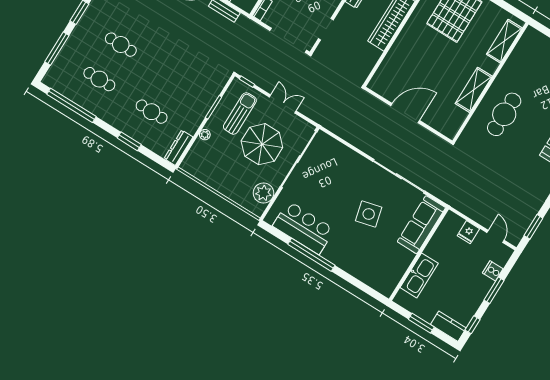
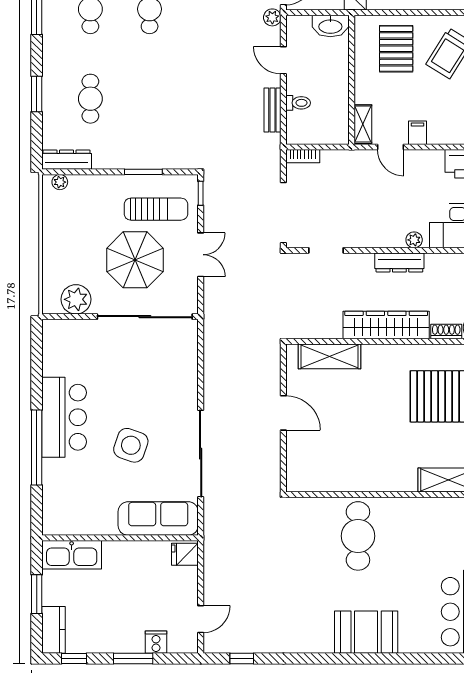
shelving: (474, 90) -> (329, 356), moved
door: (405, 113) -> (283, 413), width x0.73
cafe table: (504, 114) -> (358, 536), turned 90
plant: (205, 135) -> (60, 182), moved
side table: (369, 214) -> (131, 445), turned 33
window: (533, 227) -> (242, 659), width x0.67
bar counter: (304, 228) -> (64, 417), moved
fridge: (468, 232) -> (185, 554), moved
window: (311, 255) -> (37, 448), moved
kitchen sink: (419, 275) -> (72, 555), moved

